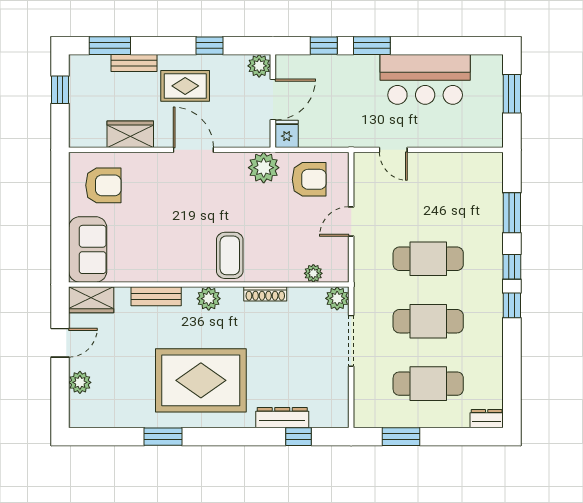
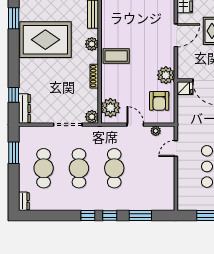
plant: (362, 185) -> (156, 131), added
plant: (313, 273) -> (110, 108), width x1.87, depth x1.87
rug: (201, 380) -> (45, 40), turned 90
dresser: (282, 418) -> (24, 108), moved

